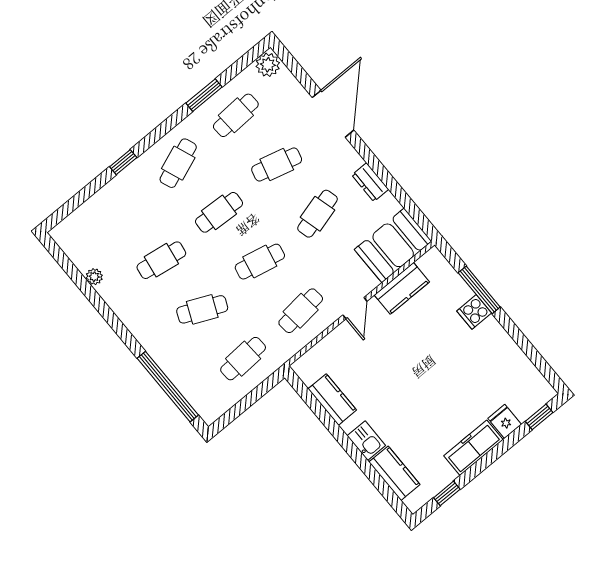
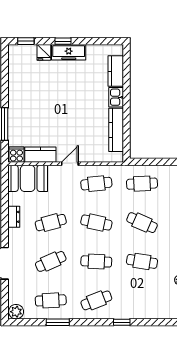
cafe table: (277, 164) -> (51, 261), turned -39
cooker: (474, 312) -> (16, 155), moved, turned -90
kitchen counter: (332, 399) -> (116, 130), width x1.50
window: (447, 493) -> (63, 41), moved

